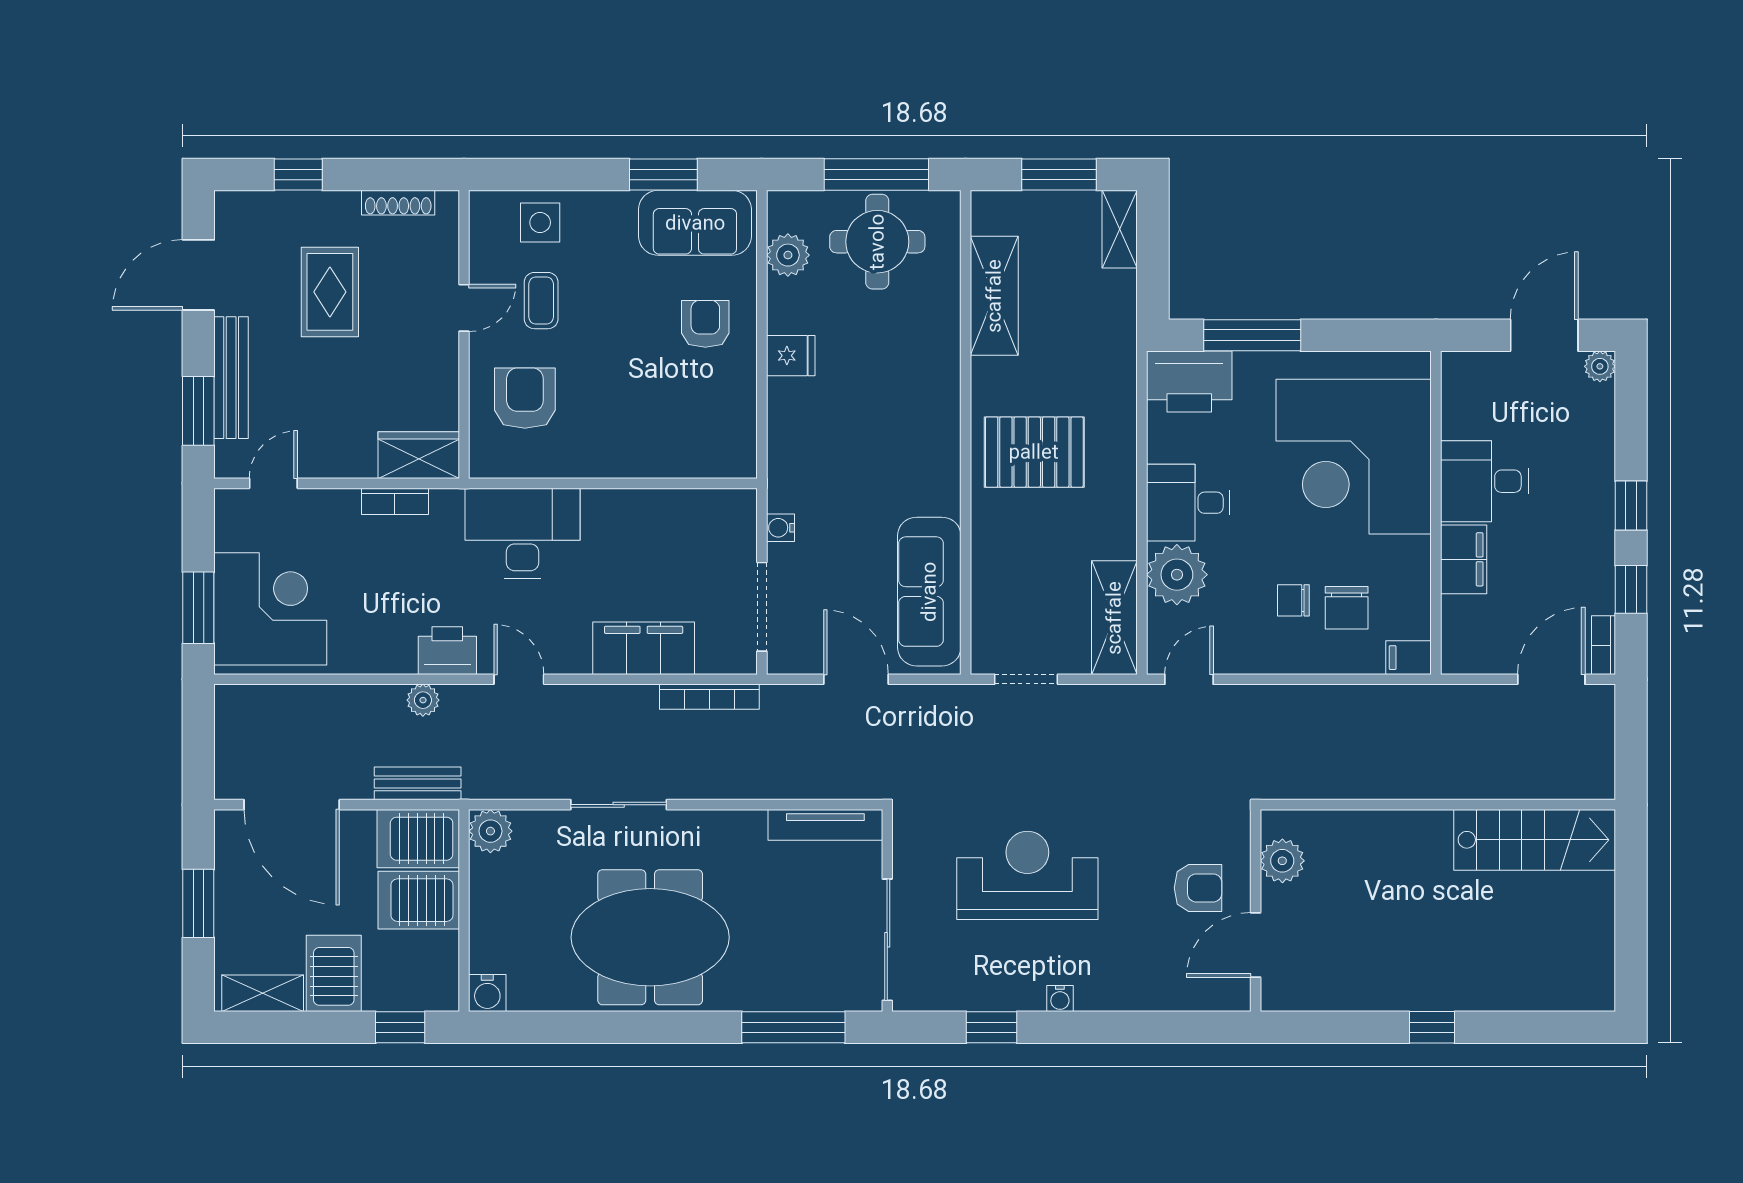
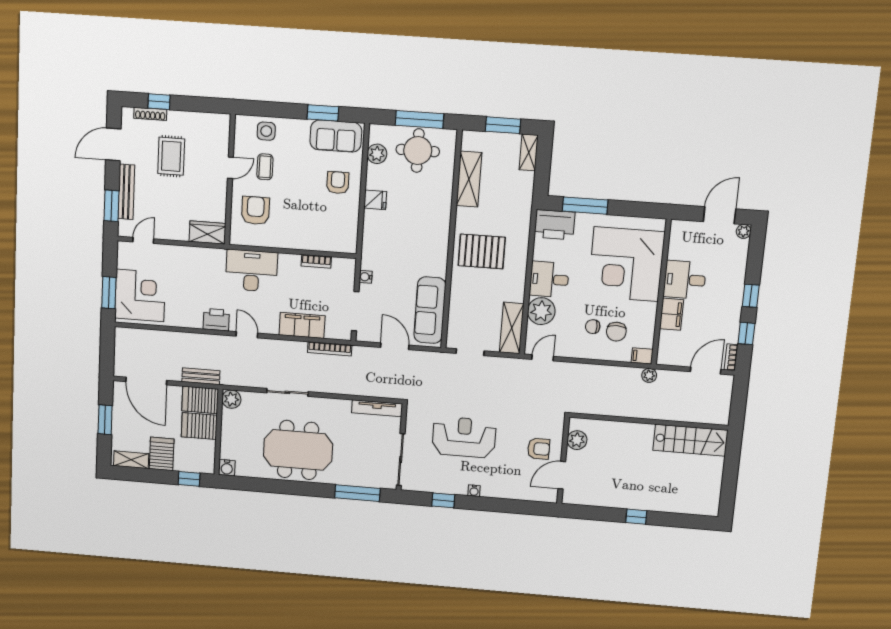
shoe rack: (398, 203) -> (150, 114), moved
bookcase: (395, 501) -> (316, 261), moved
plant: (423, 700) -> (649, 375), moved

